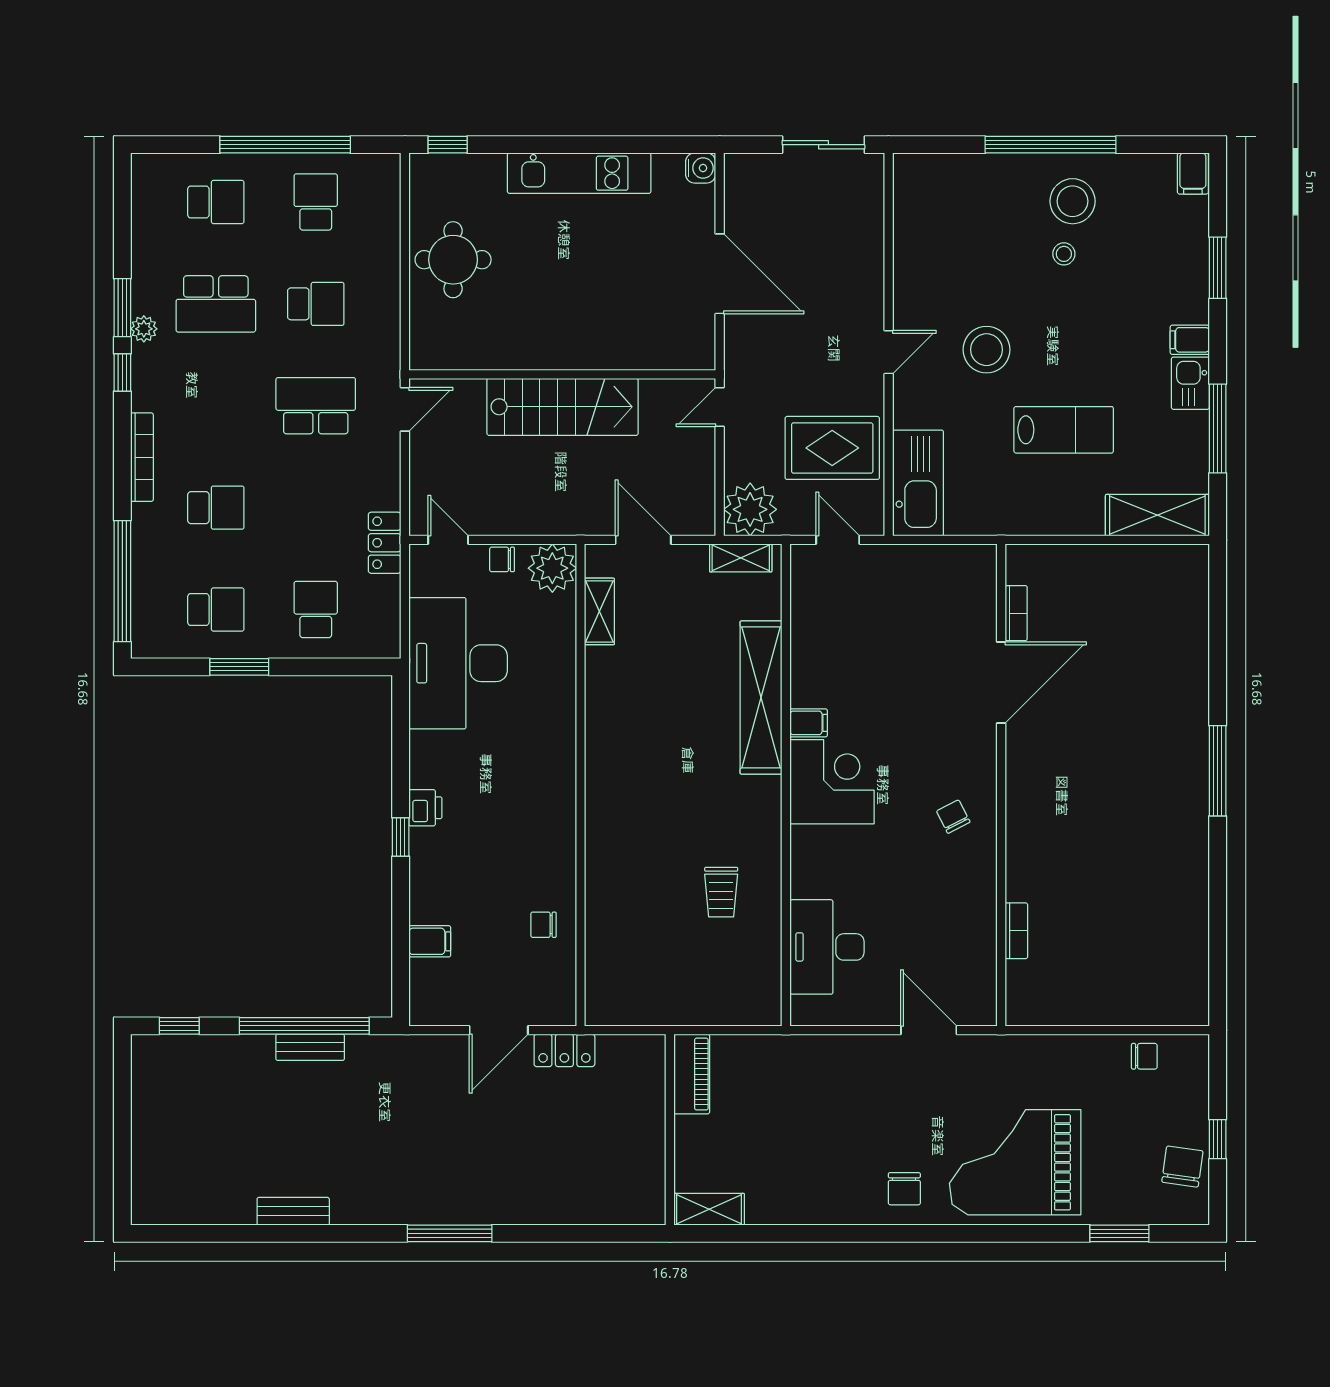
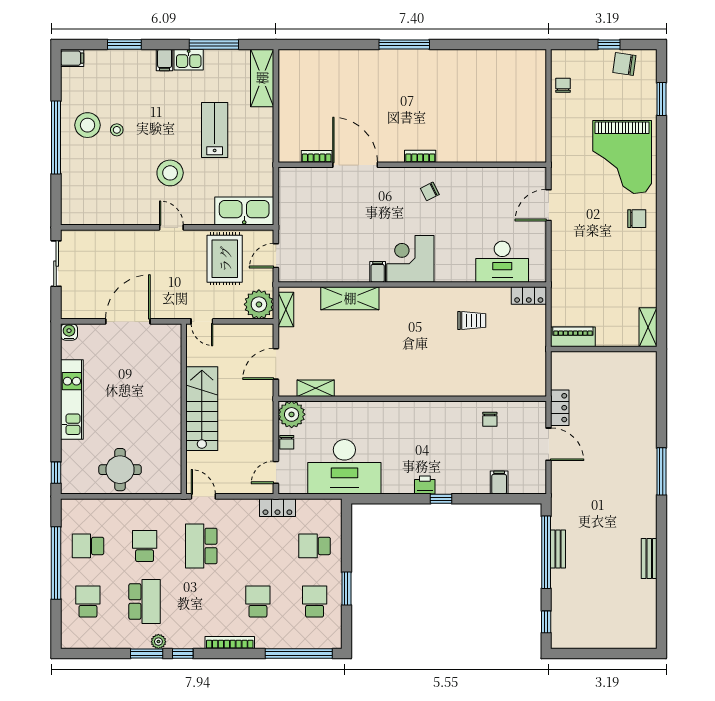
shelving: (761, 697) -> (350, 298), width x0.68
bookcase: (1016, 931) -> (420, 156), moved
locker: (766, 995) -> (529, 296), added

